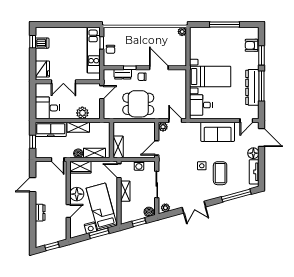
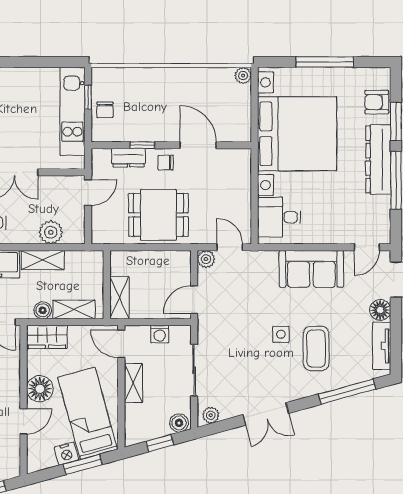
bed with nightstands: (210, 77) -> (297, 134), width x1.85
dresser: (252, 87) -> (378, 159), moved

